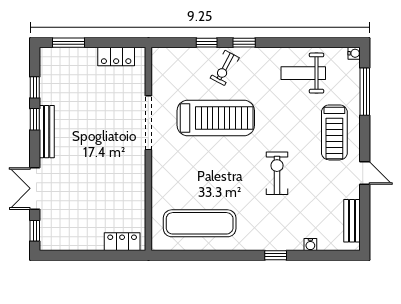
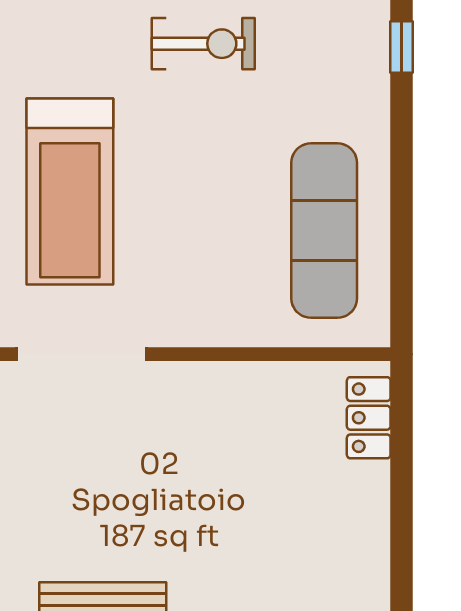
treadmill: (216, 118) -> (70, 192), turned 180
exercise bike: (277, 173) -> (203, 44), turned 180

